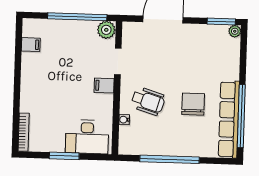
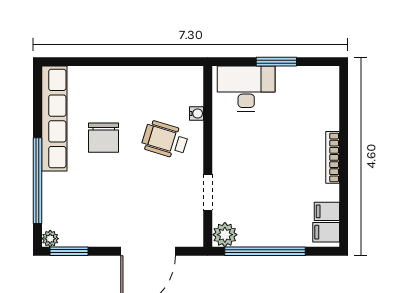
filing cabinet: (104, 86) -> (326, 232), moved, turned 180
window: (241, 116) -> (38, 181), moved
bookcase: (24, 132) -> (333, 157), moved
window: (170, 159) -> (133, 62), removed

